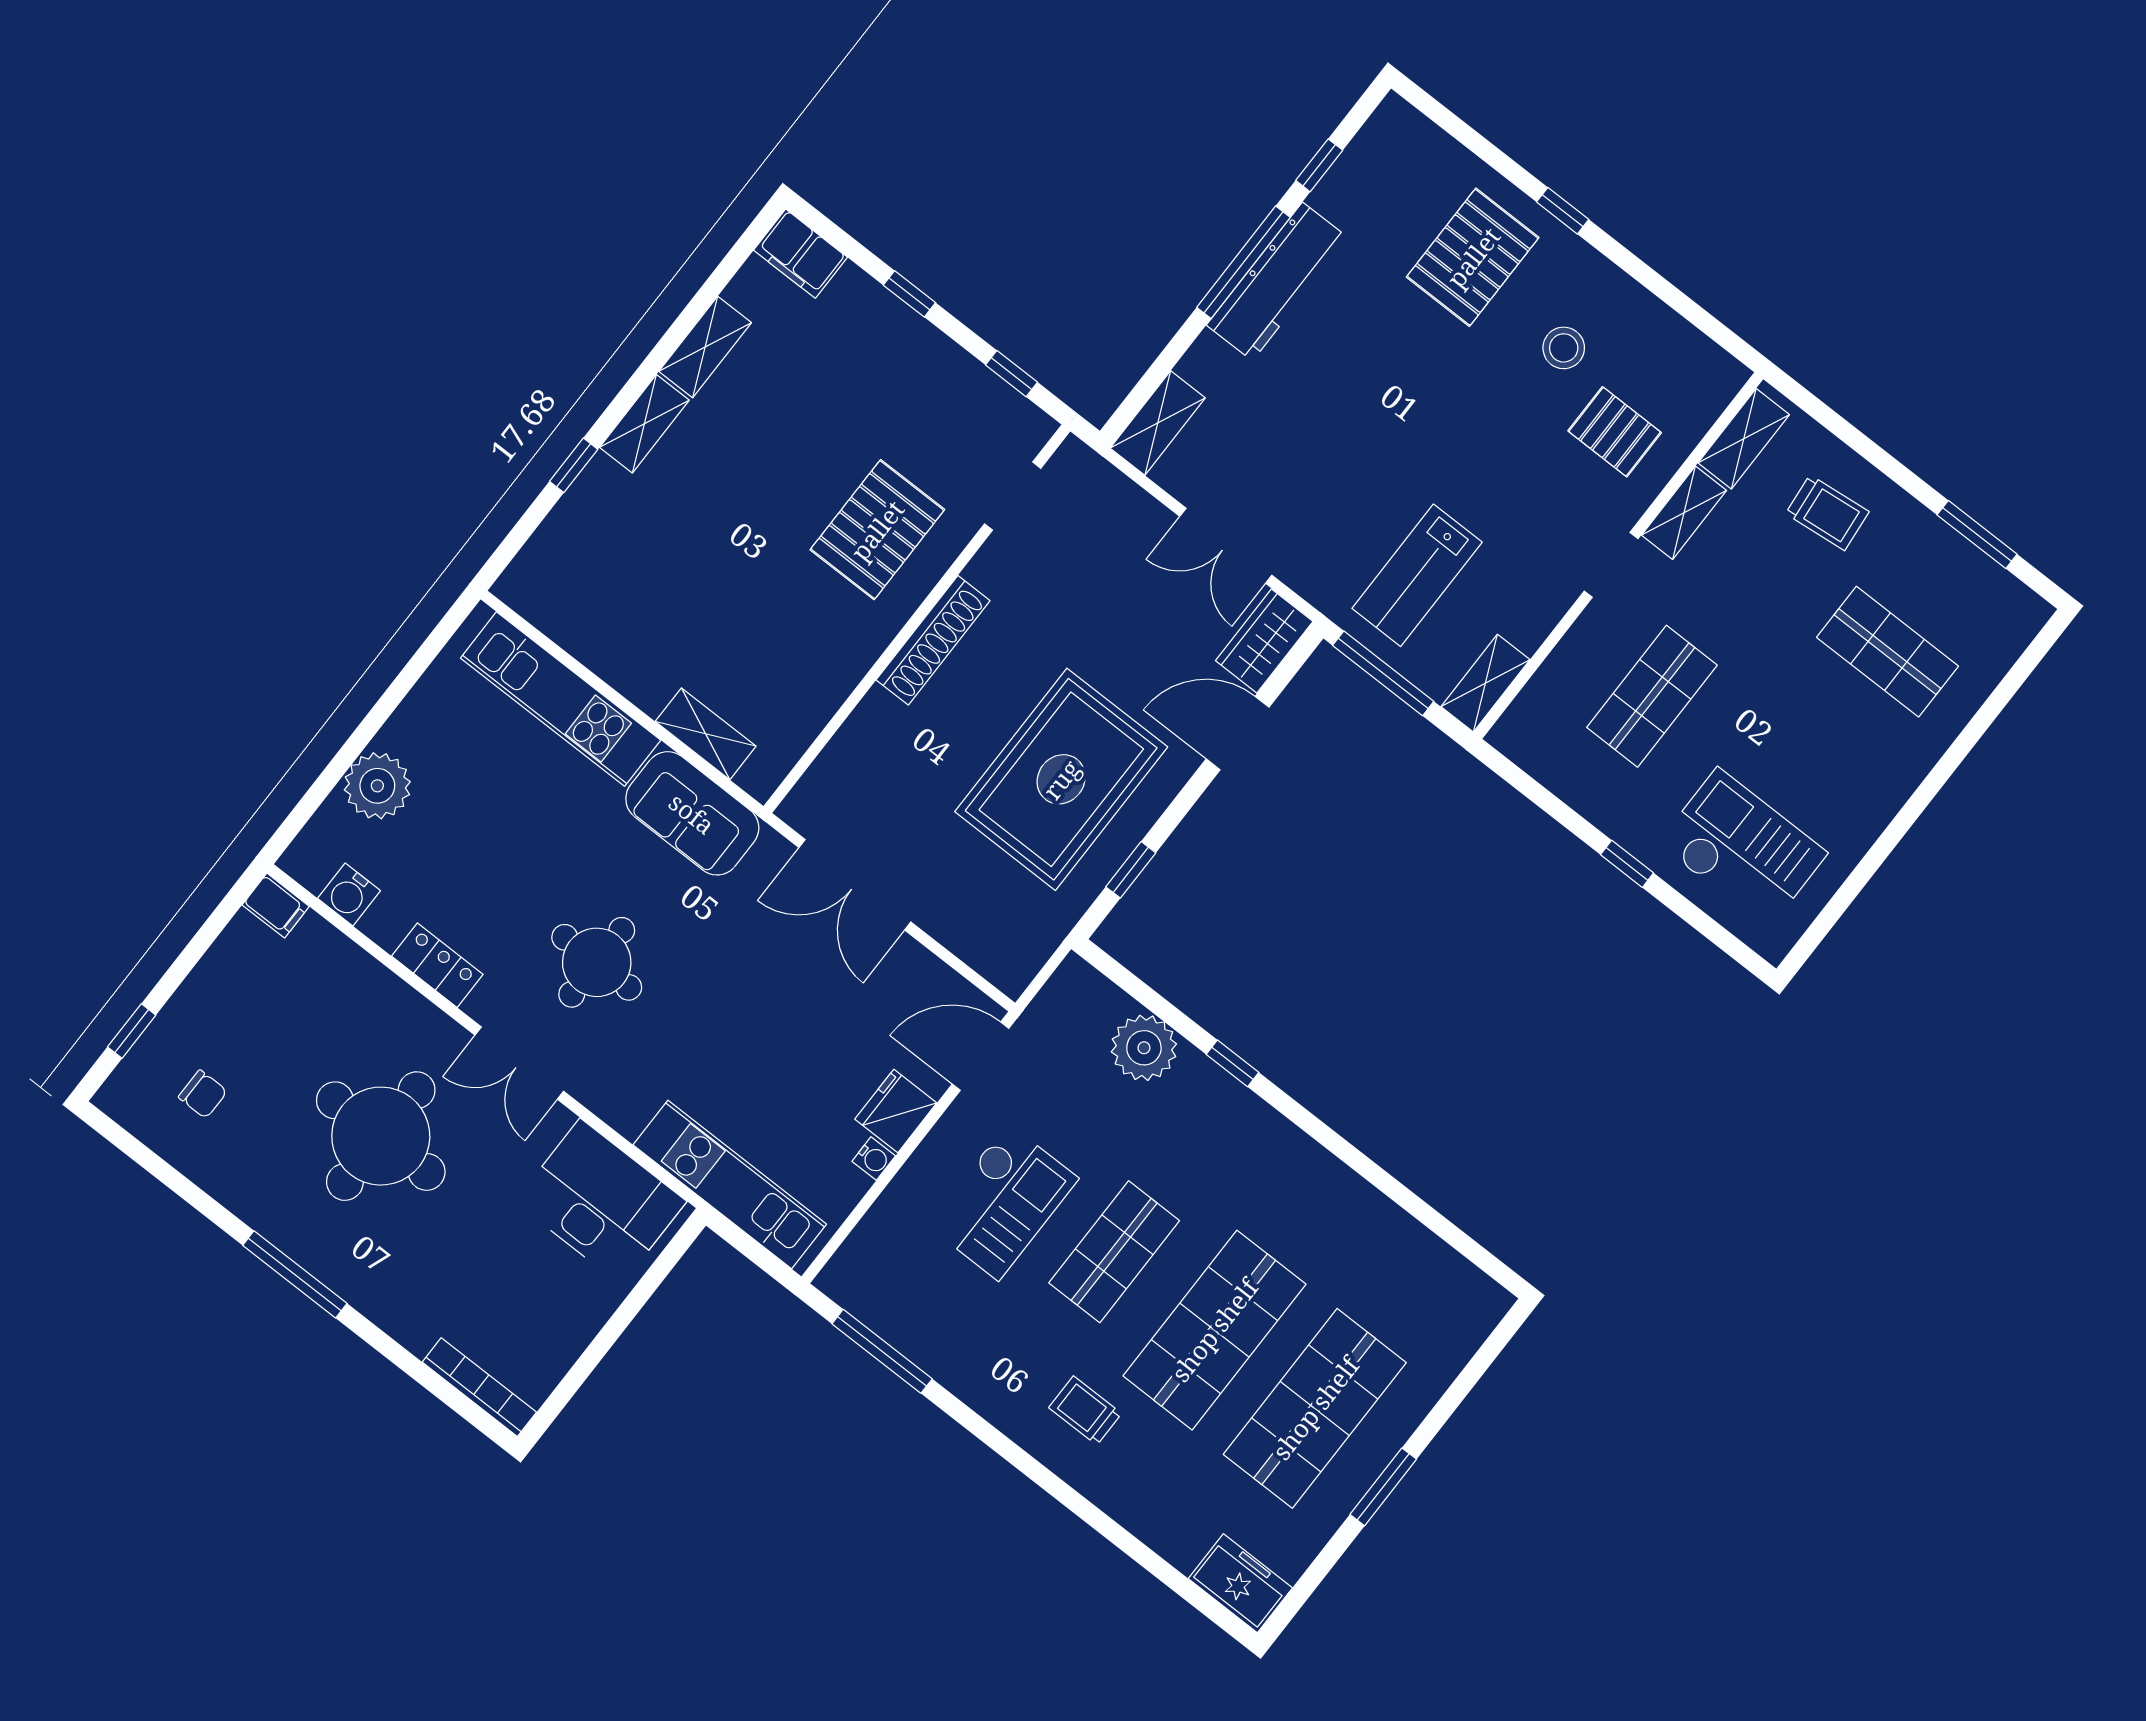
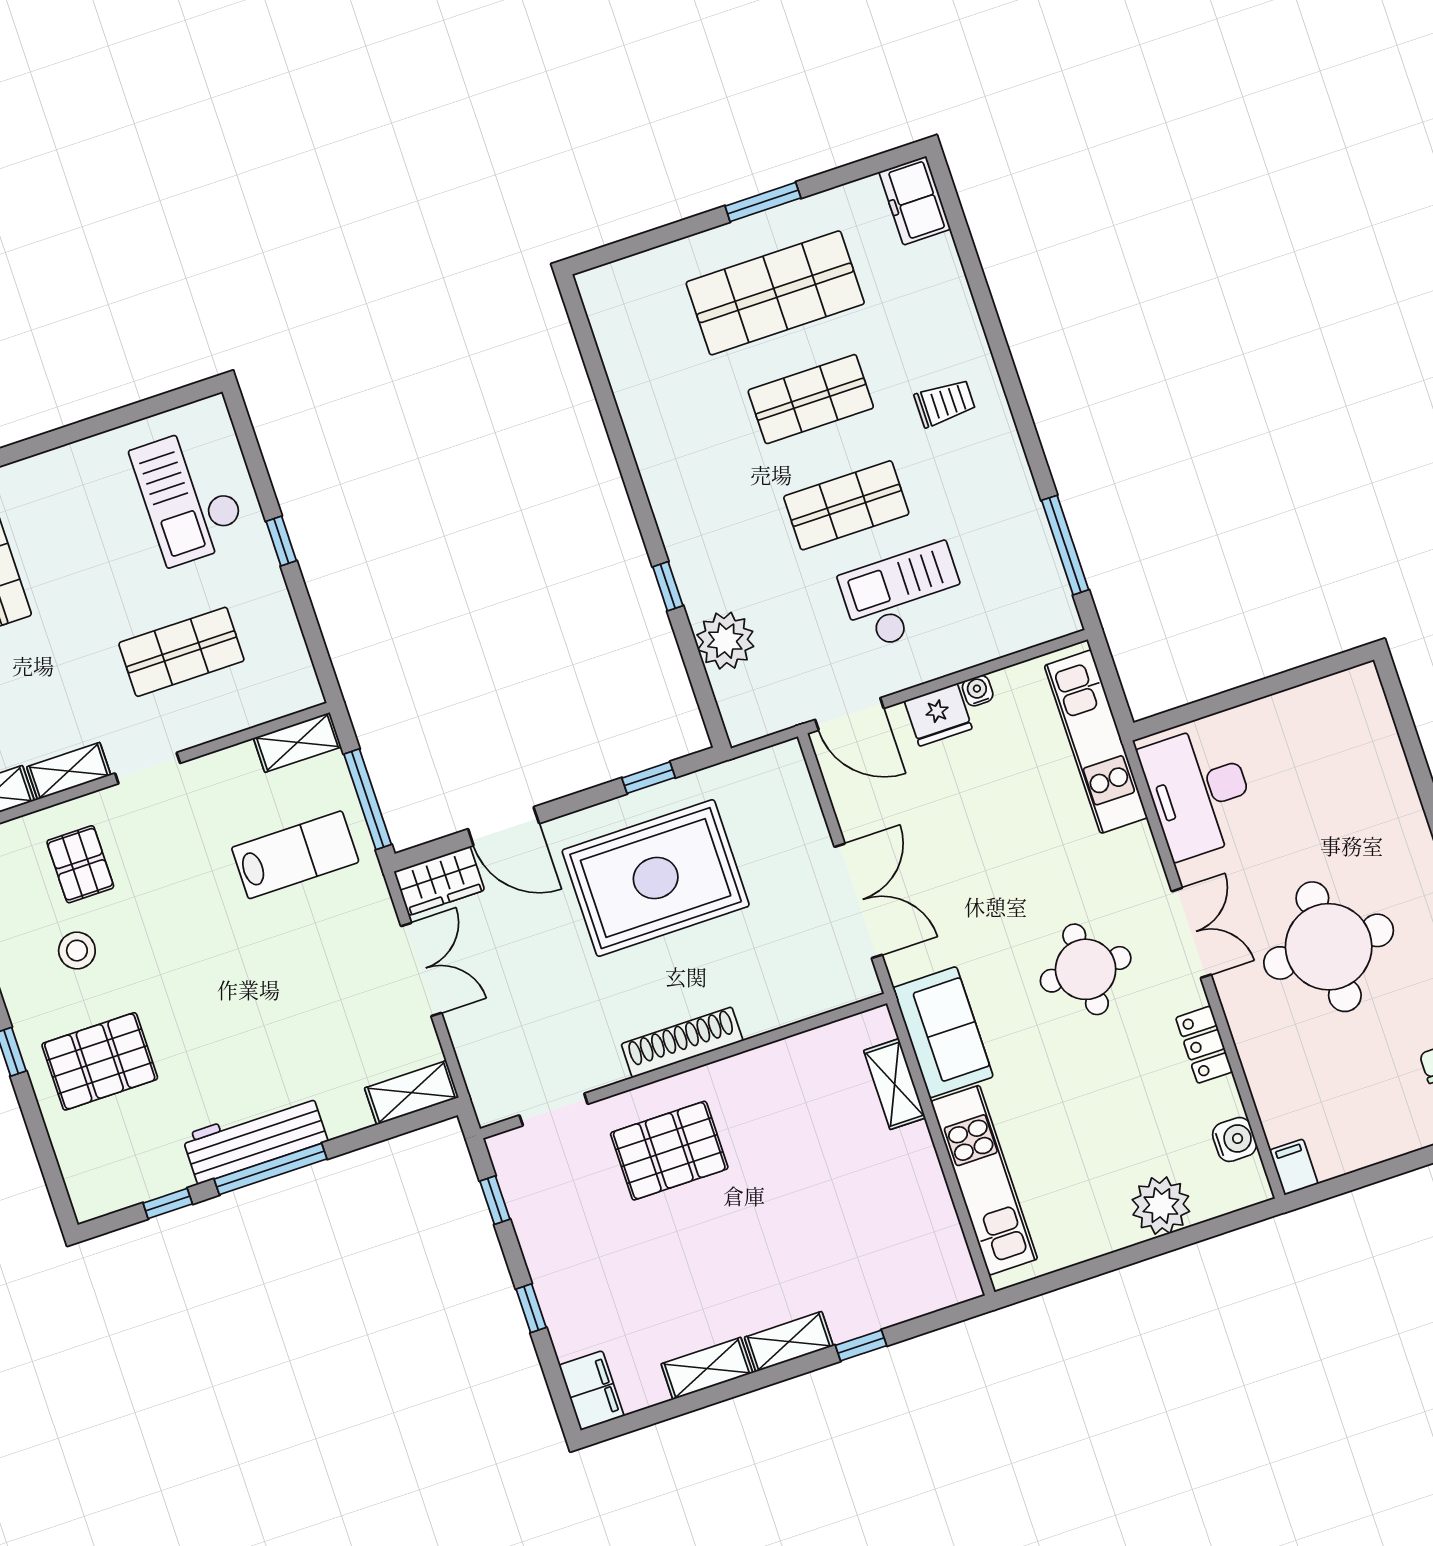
shop shelf: (1214, 1330) -> (811, 399), width x0.70, depth x0.74
bookcase: (479, 1387) -> (1378, 714), removed
trolley: (1085, 1410) -> (945, 403), turned -90

